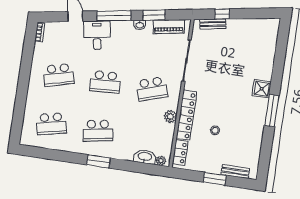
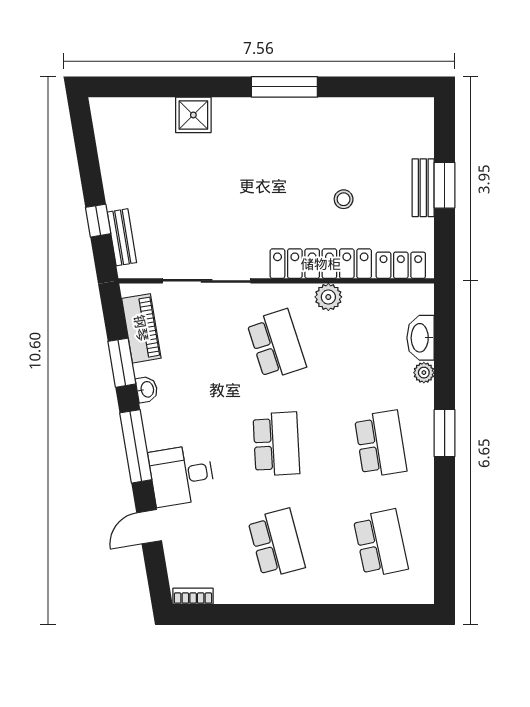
shower: (262, 89) -> (193, 115), moved
plant: (161, 161) -> (424, 373), moved
bench: (235, 172) -> (423, 188), moved

